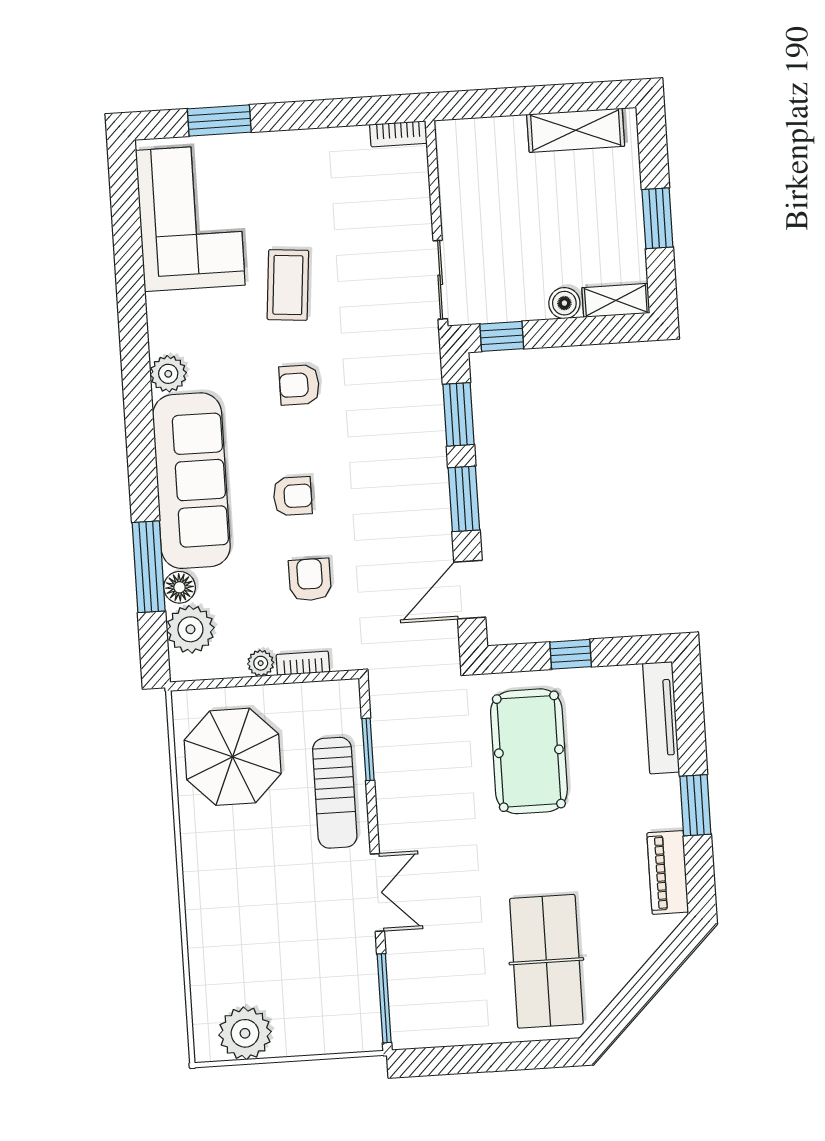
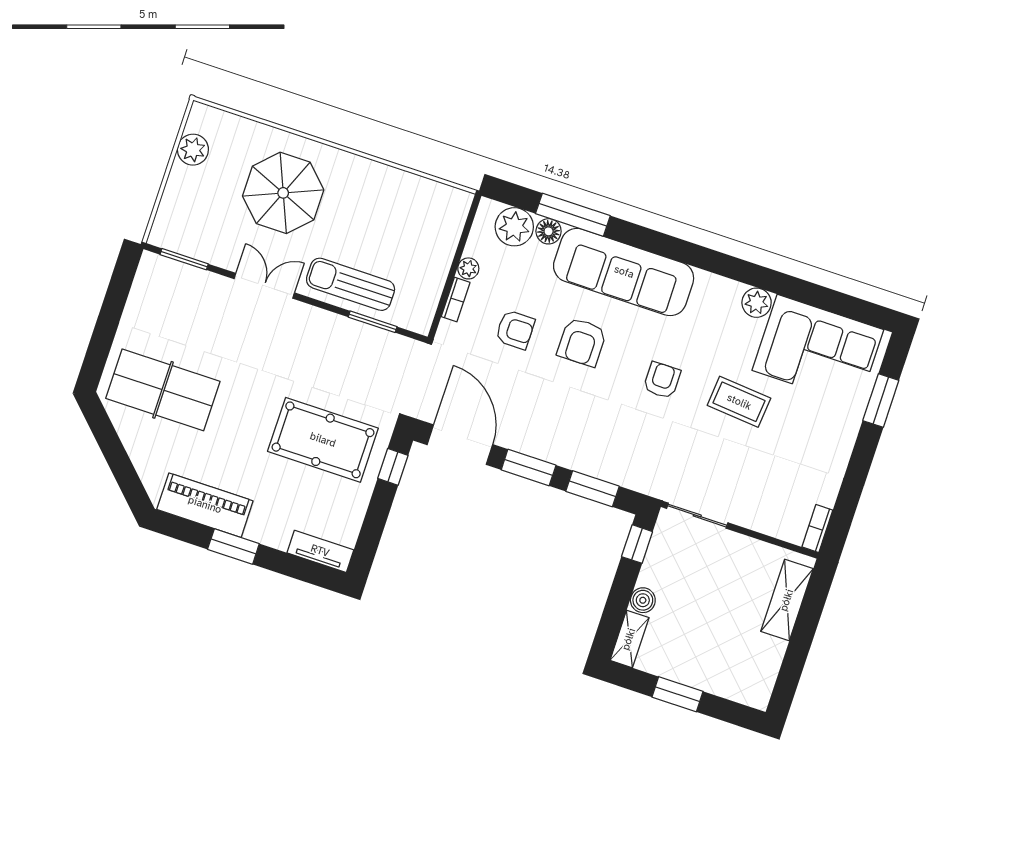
shelving: (576, 130) -> (787, 600), moved
plant: (168, 374) -> (757, 303), moved
armchair: (293, 496) -> (582, 342), width x1.38, depth x1.38
door: (470, 590) -> (460, 445), width x1.36
window: (571, 654) -> (393, 467), moved
tv unit: (661, 718) -> (320, 551), width x0.71
parasol: (233, 757) -> (283, 193), moved
piano: (668, 872) -> (205, 505), width x1.37, depth x1.33
double door: (377, 893) -> (264, 286), swing flipped
window: (384, 998) -> (184, 259), width x0.69
plant: (245, 1033) -> (193, 150), width x0.73, depth x0.73

